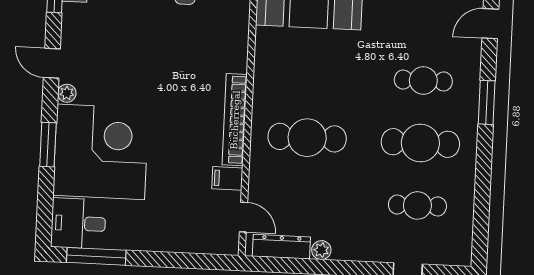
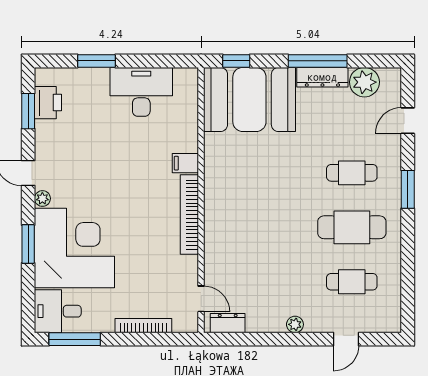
cafe table: (307, 138) -> (253, 227), removed
filing cabinet: (227, 178) -> (185, 163), moved
bookcase: (176, 245) -> (143, 326), added
dresser: (281, 247) -> (228, 323), width x0.70
plant: (321, 250) -> (295, 324), moved

